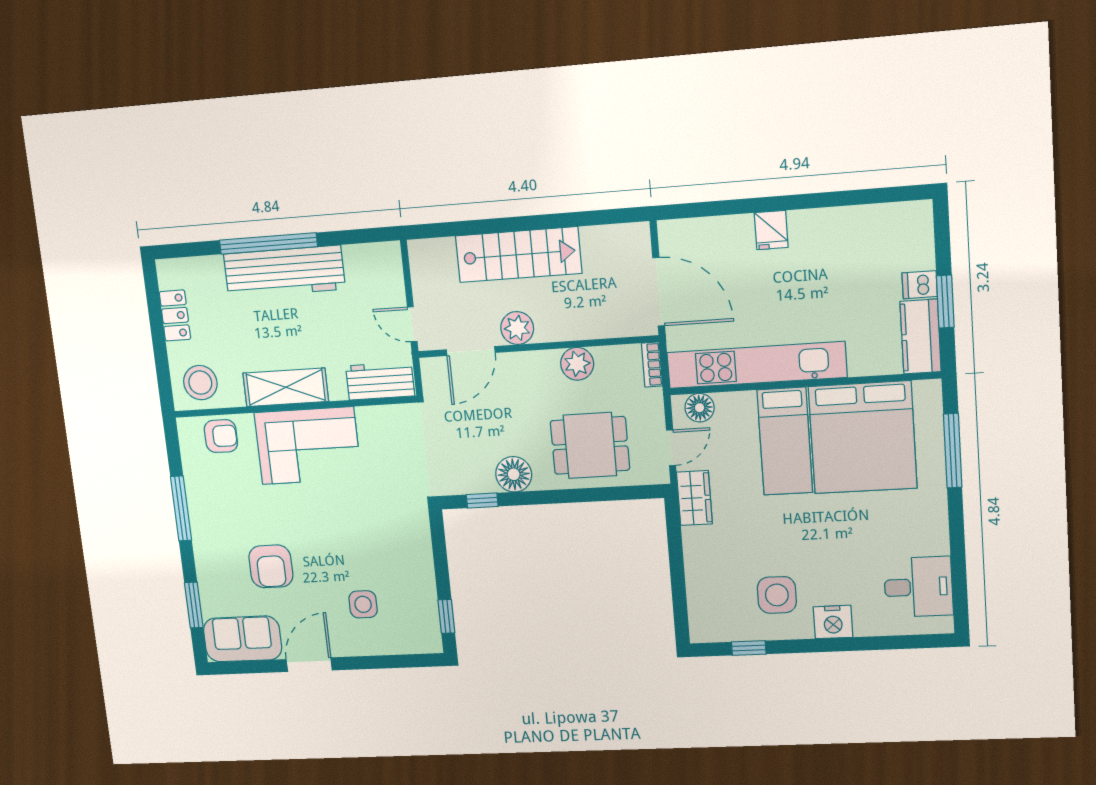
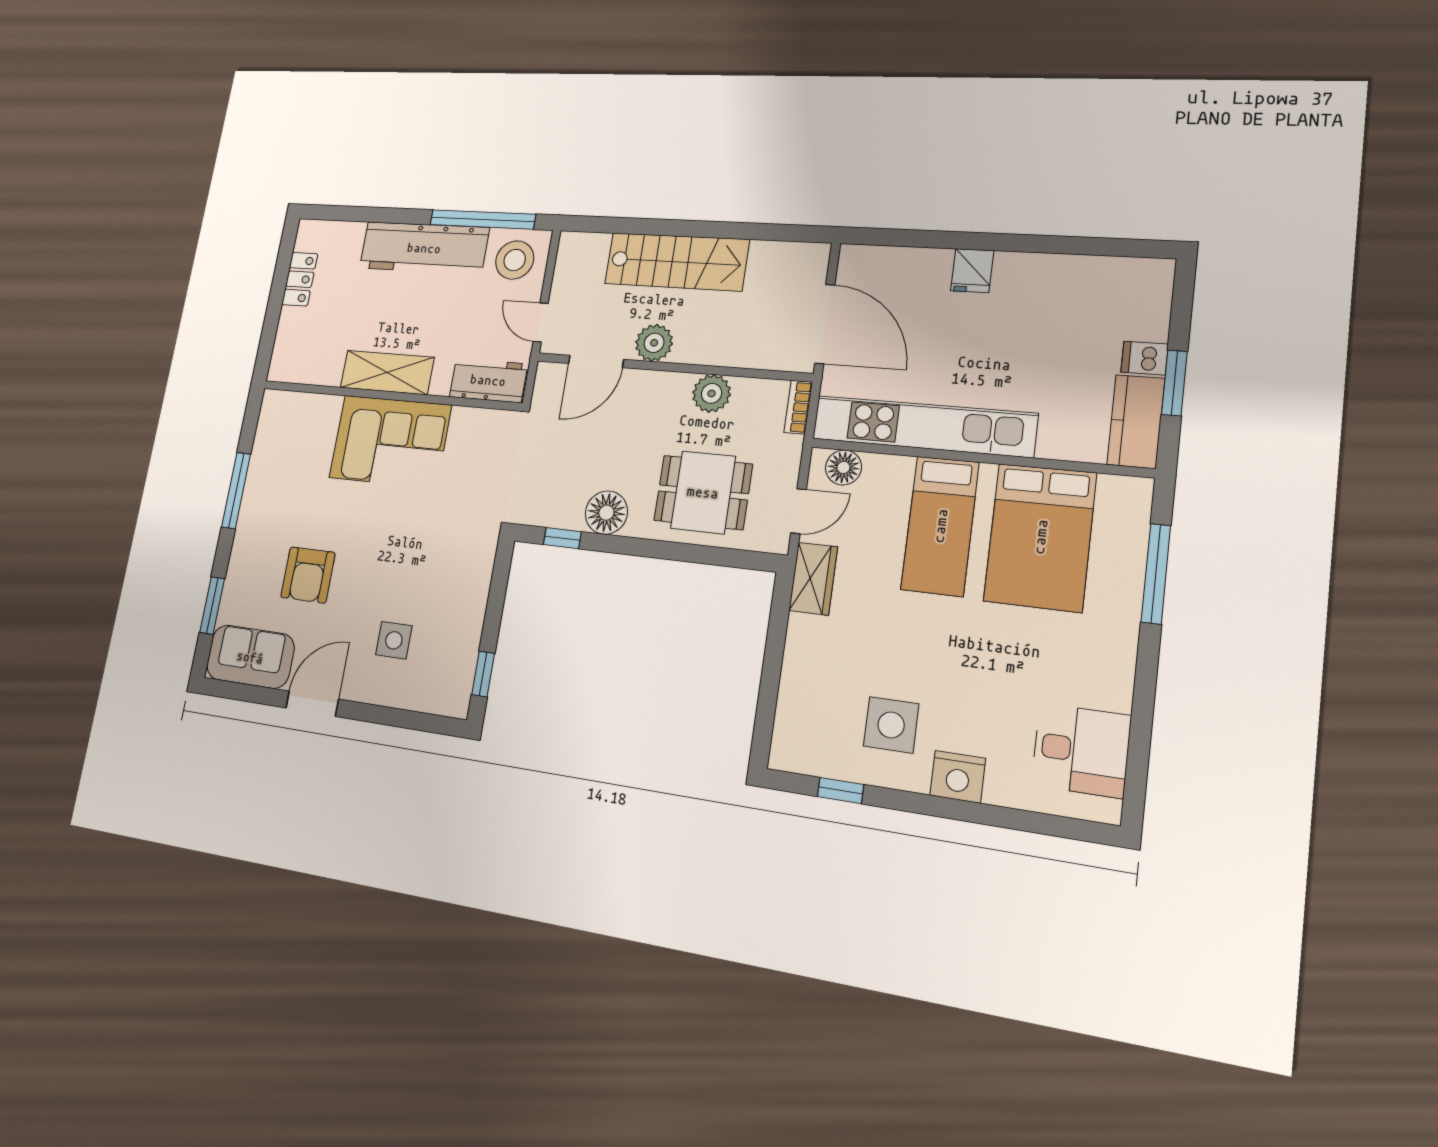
window: (268, 243) -> (482, 219), moved
stool: (200, 383) -> (515, 260), moved
armchair: (221, 436) -> (303, 416), removed
bed: (863, 437) -> (1040, 537), width x0.73

